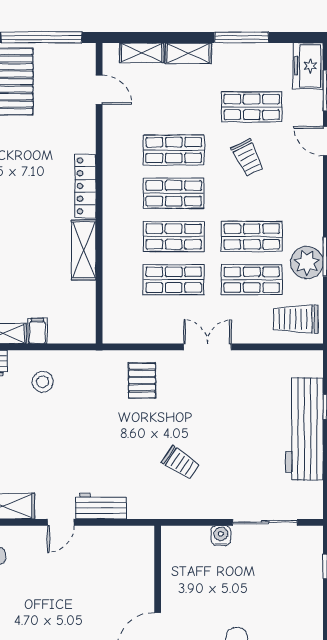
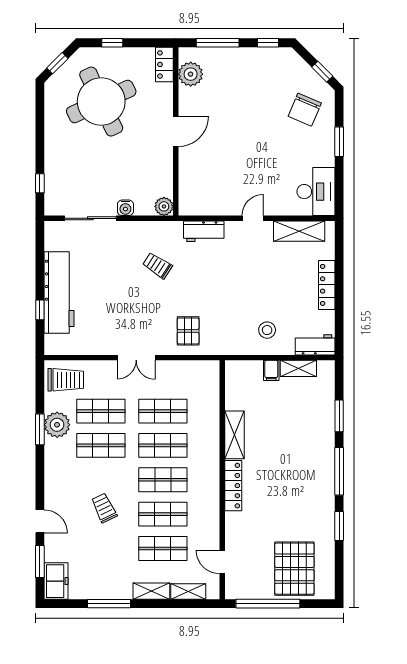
shop shelf: (252, 107) -> (163, 548), moved
workbench: (101, 506) -> (204, 231), moved
plant: (172, 537) -> (164, 206), added

